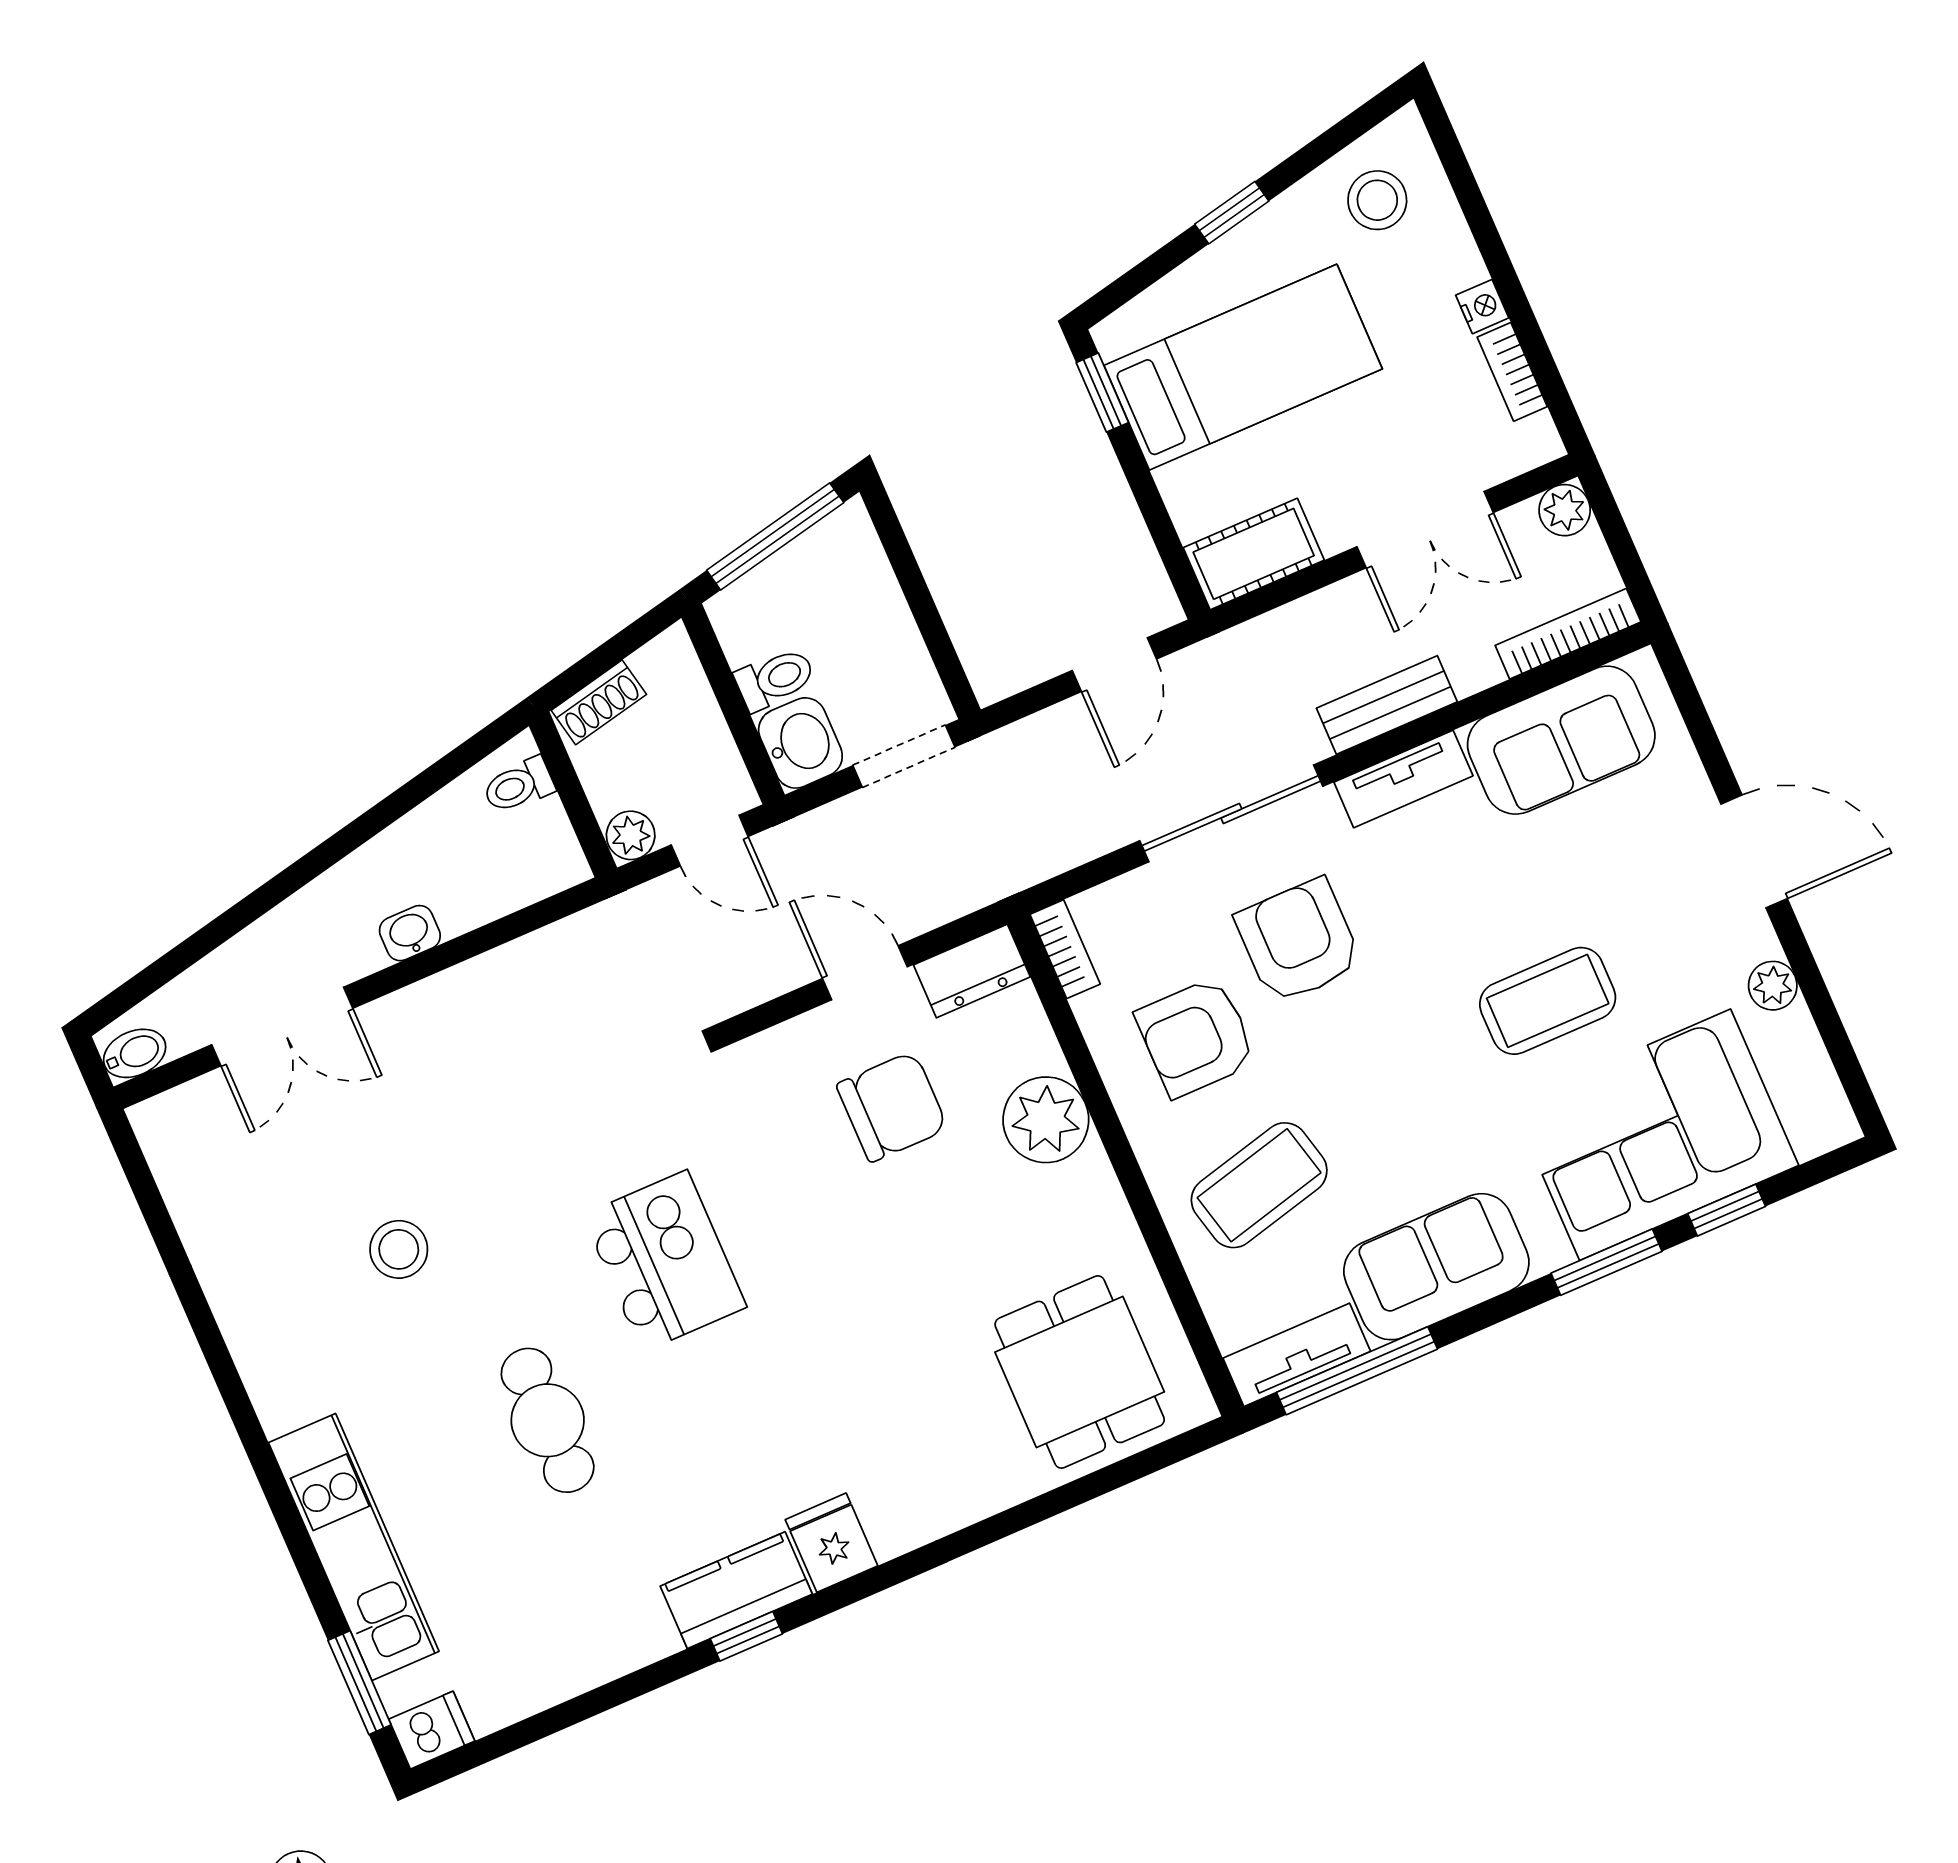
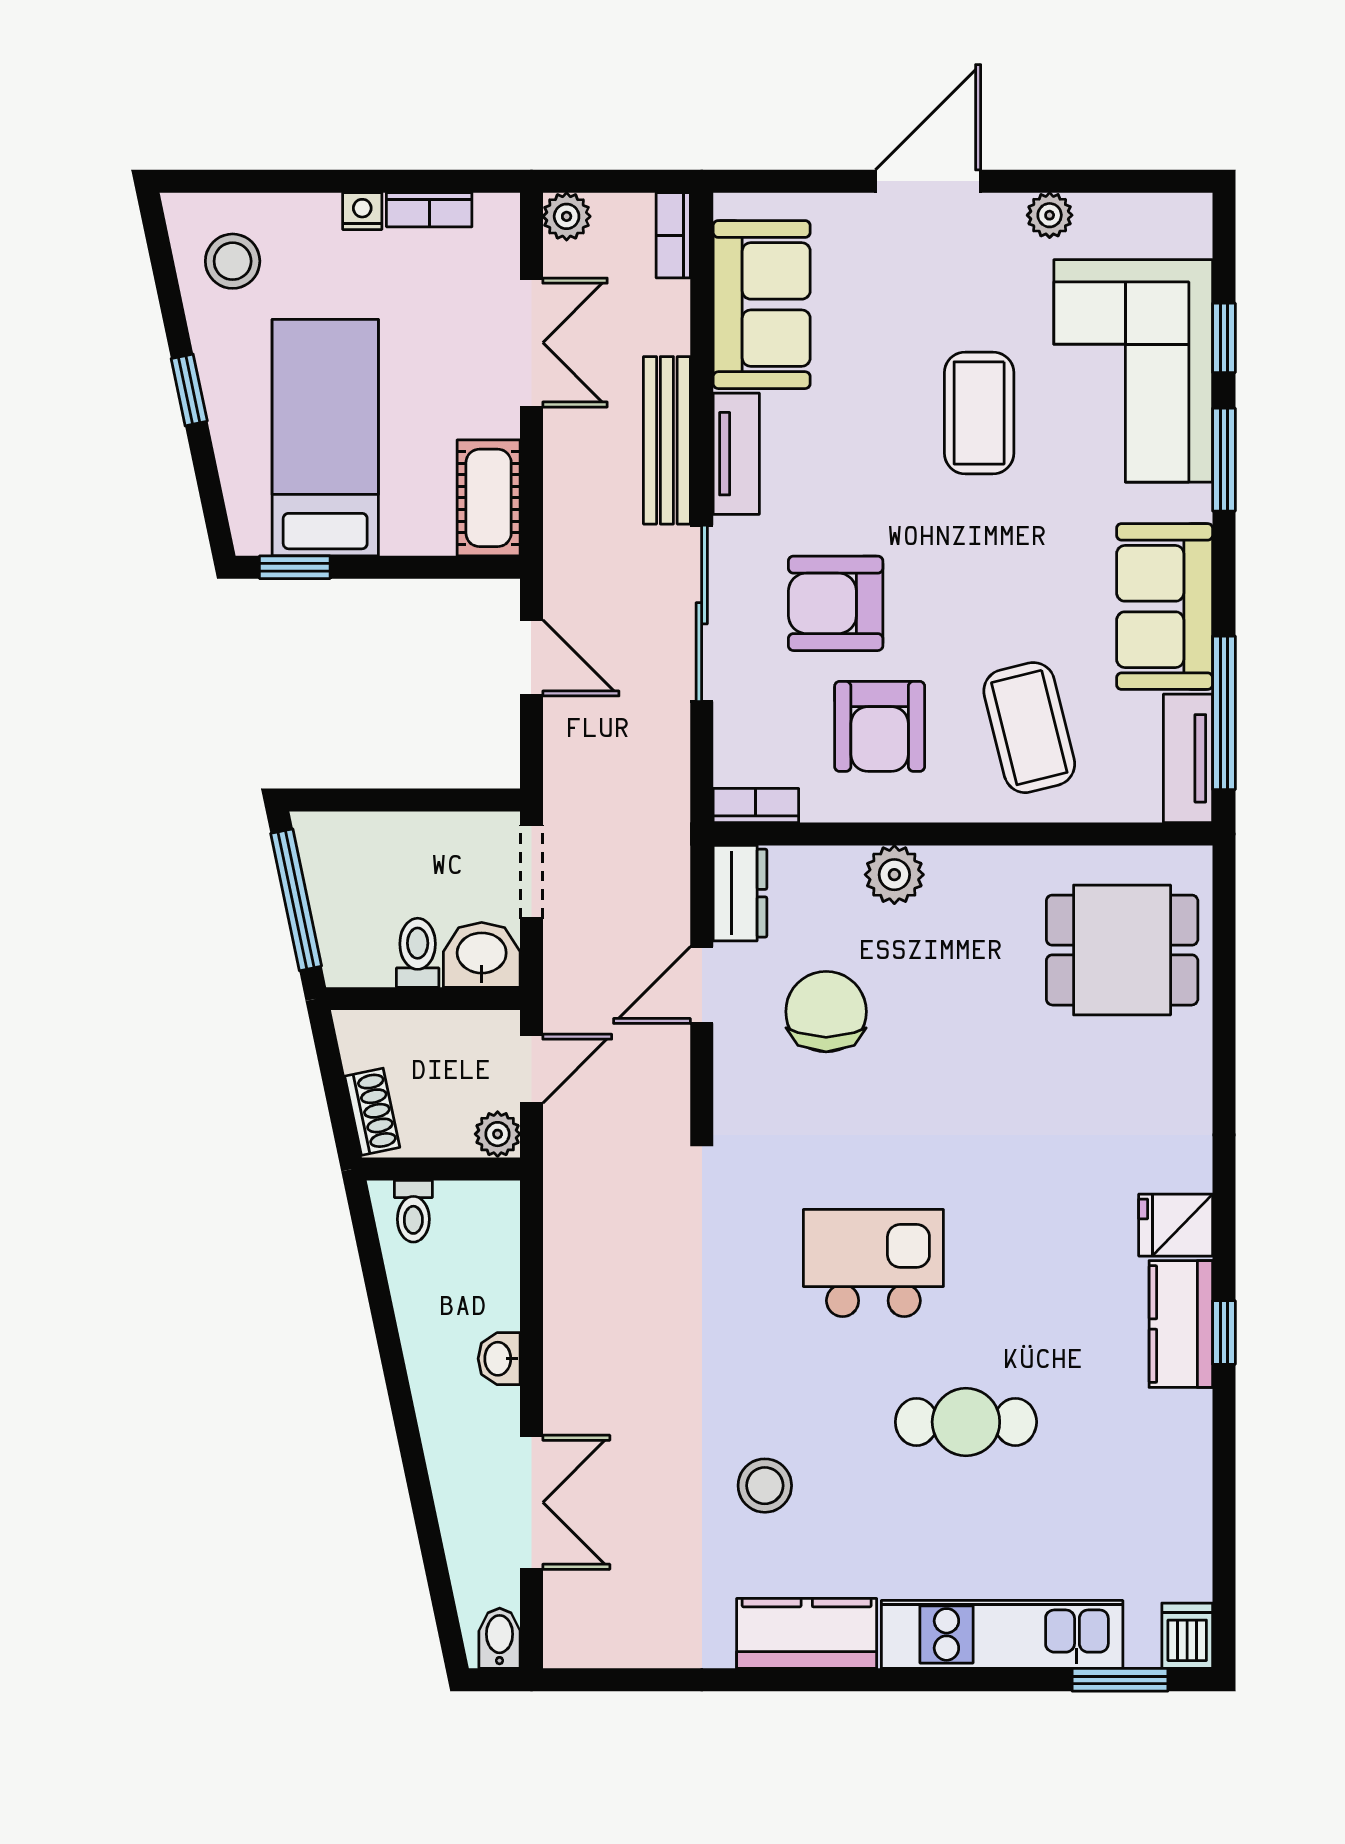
bookcase: (1568, 634) -> (673, 235), width x0.64
bench: (1387, 705) -> (667, 440), width x1.36
plant: (1046, 1120) -> (894, 875), width x0.73, depth x0.73
kitchen counter: (271, 1354) -> (807, 1633), added

